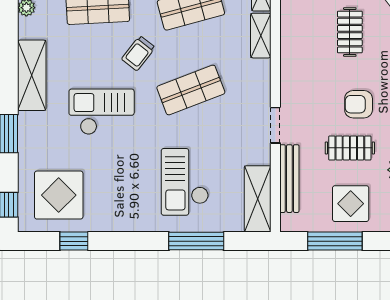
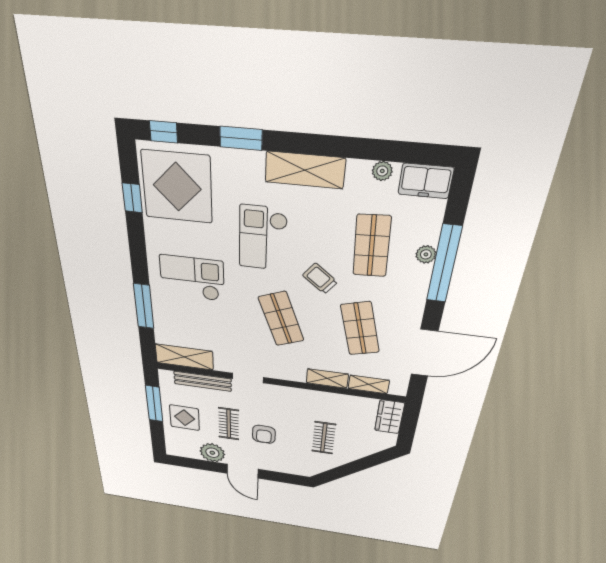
clothes rail: (350, 32) -> (324, 438), turned 90
armchair: (359, 104) -> (264, 434), turned 180
checkout: (102, 112) -> (263, 238), turned 180
checkout: (185, 182) -> (192, 278), moved
display table: (59, 195) -> (177, 187), width x1.36, depth x1.36

